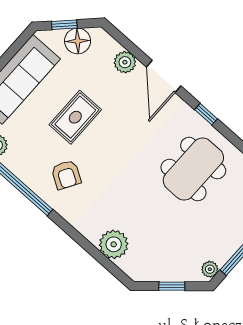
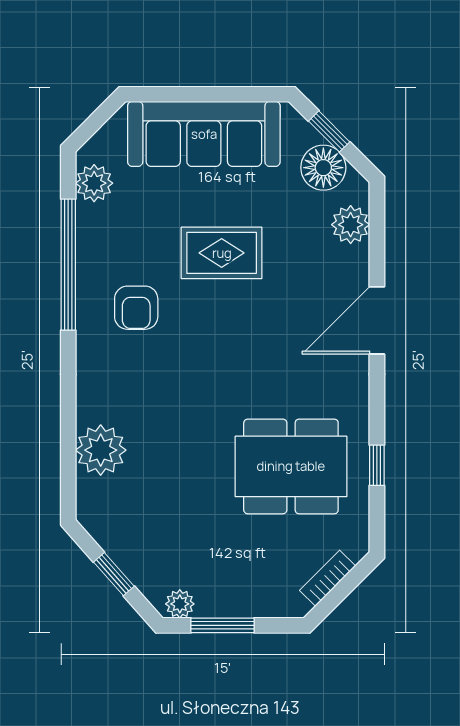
plant: (125, 62) -> (351, 225), moved
window: (206, 114) -> (377, 465), moved
armchair: (66, 175) -> (136, 308), turned -31

